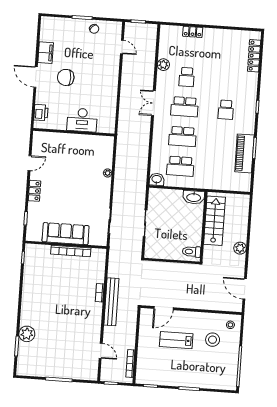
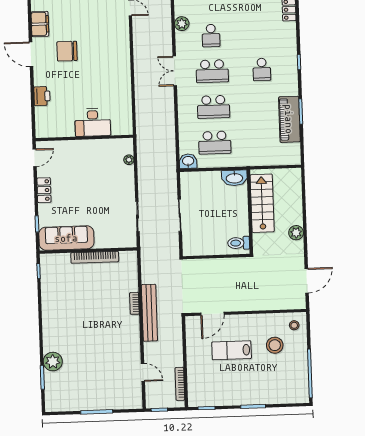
desk: (82, 120) -> (93, 122), moved
wall: (74, 132) -> (84, 138), moved
sofa: (66, 234) -> (66, 238), moved
door: (245, 289) -> (307, 281), swing flipped

